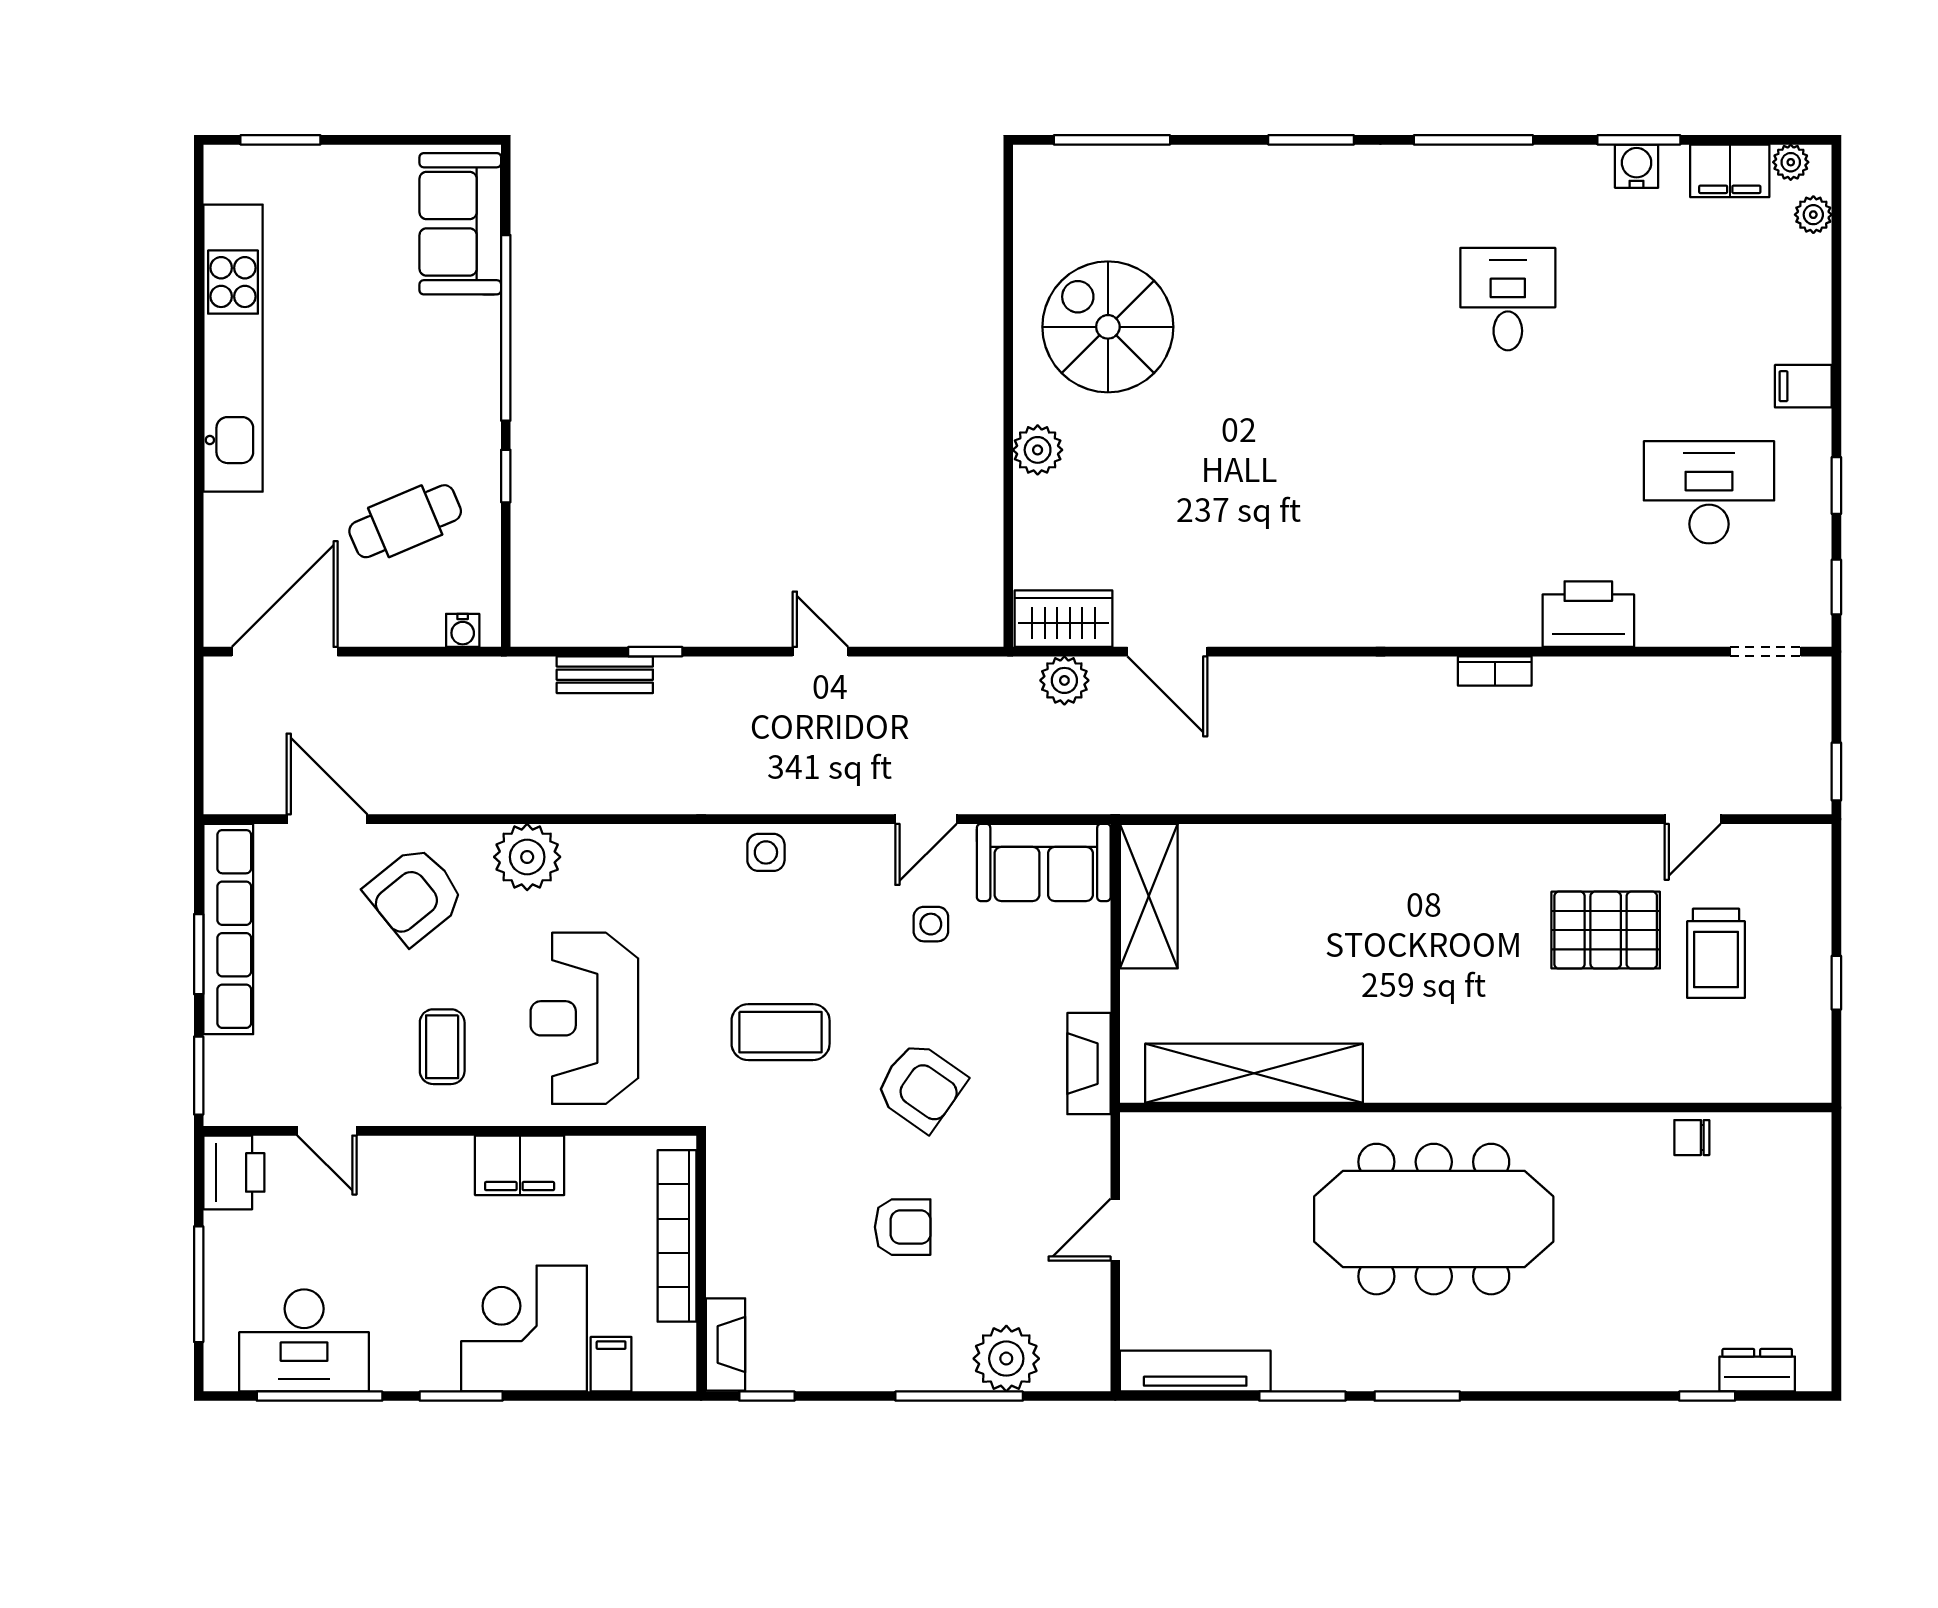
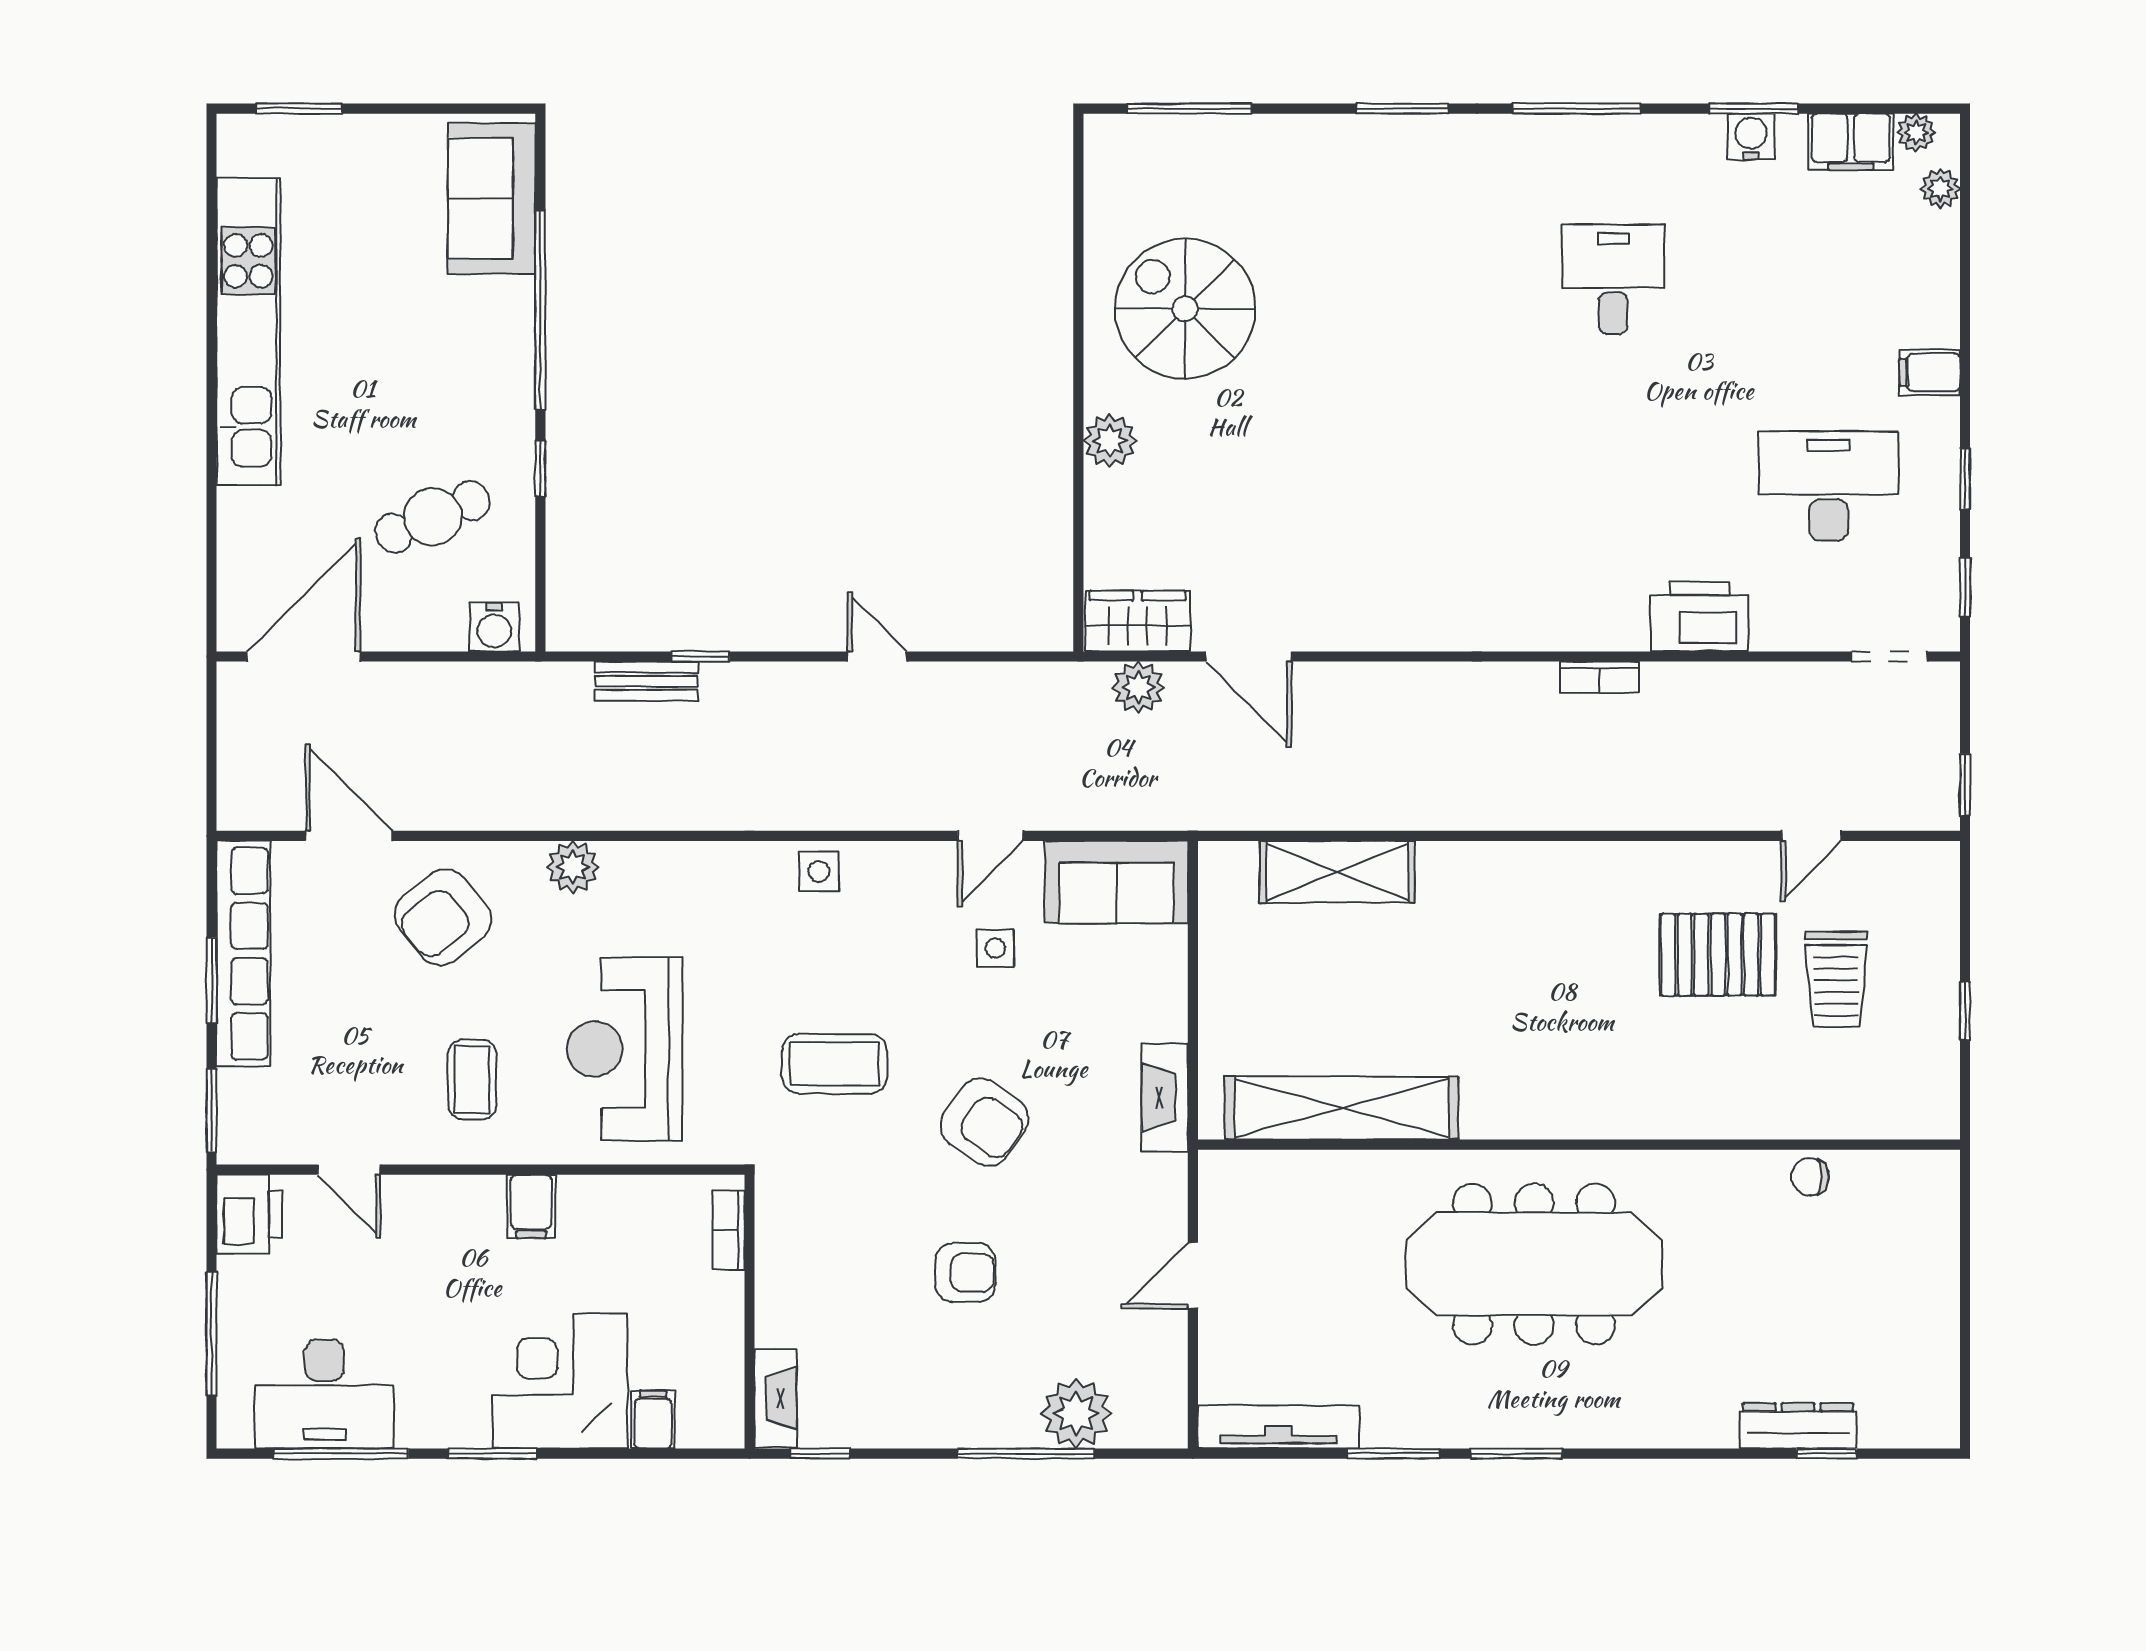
water cooler: (463, 630) -> (494, 627), width x1.38, depth x1.38
plant: (527, 857) -> (573, 867), width x0.73, depth x0.73
shelving: (1149, 896) -> (1337, 872), moved, turned 90
filing cabinet: (520, 1165) -> (531, 1206), width x0.50
bookcase: (677, 1236) -> (729, 1230), width x0.43, depth x0.76
dresser: (1757, 1370) -> (1798, 1426), moved, width x1.44

